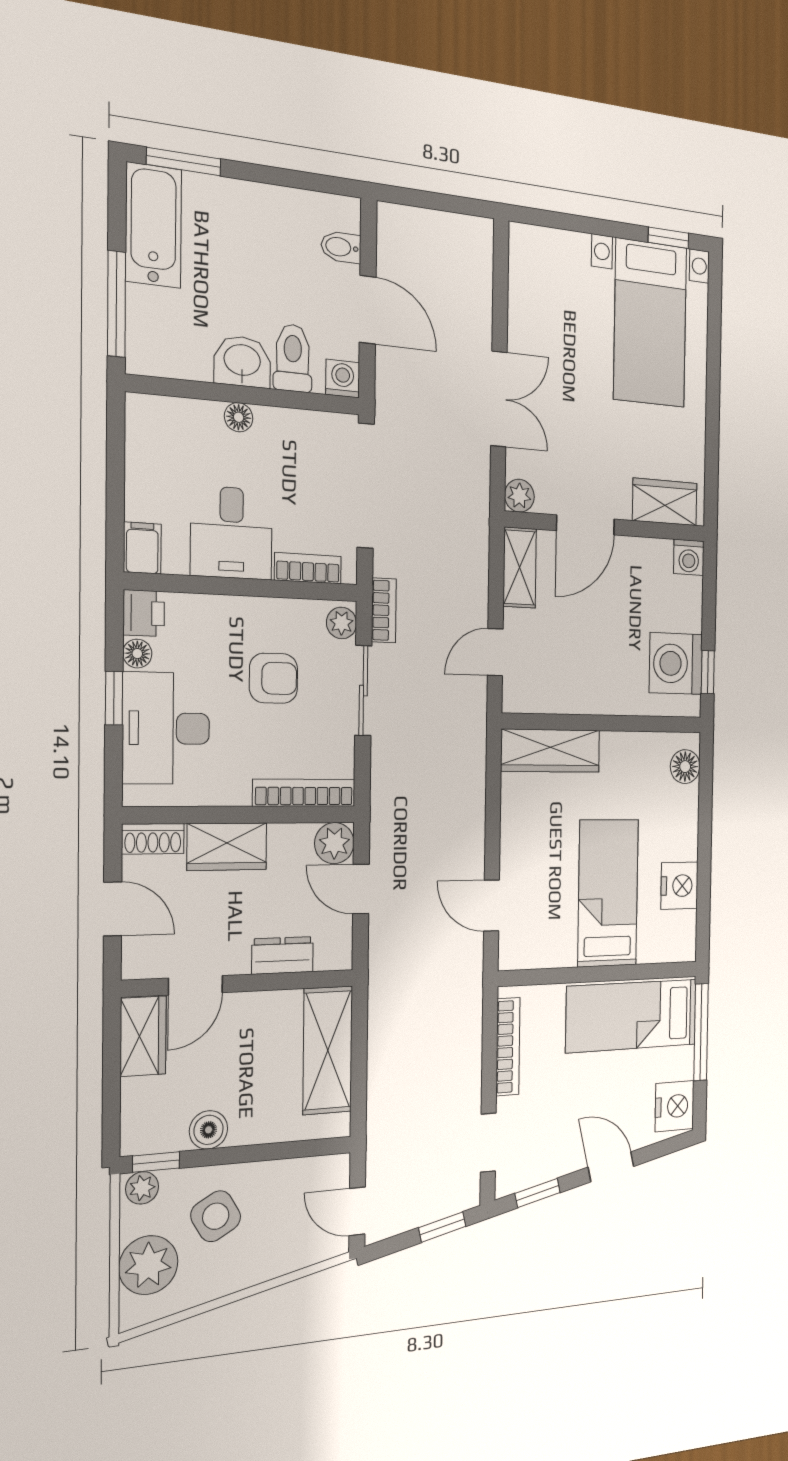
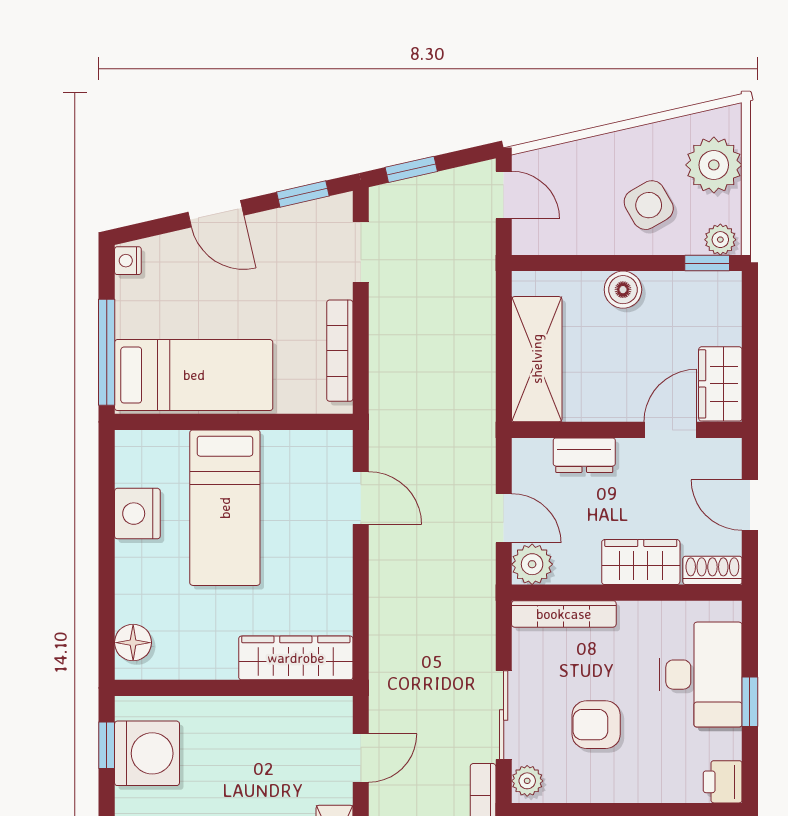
floor lamp: (137, 654) -> (728, 744), removed
nightstand: (675, 1106) -> (128, 261), width x0.53, depth x0.56
boiler: (209, 1130) -> (623, 290), moved

